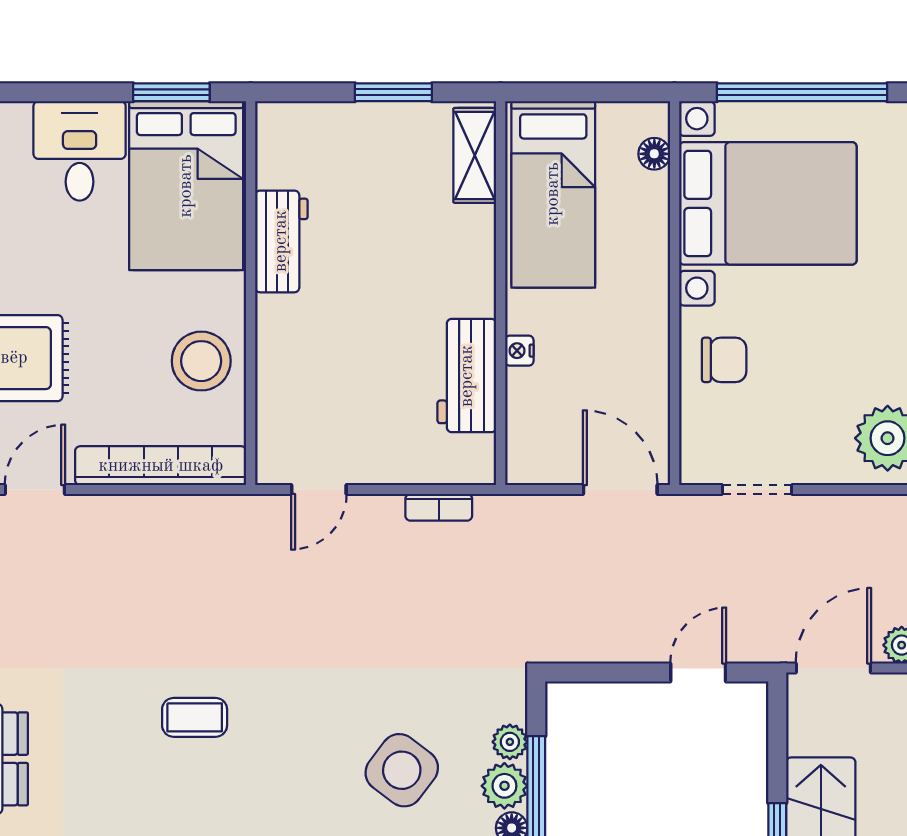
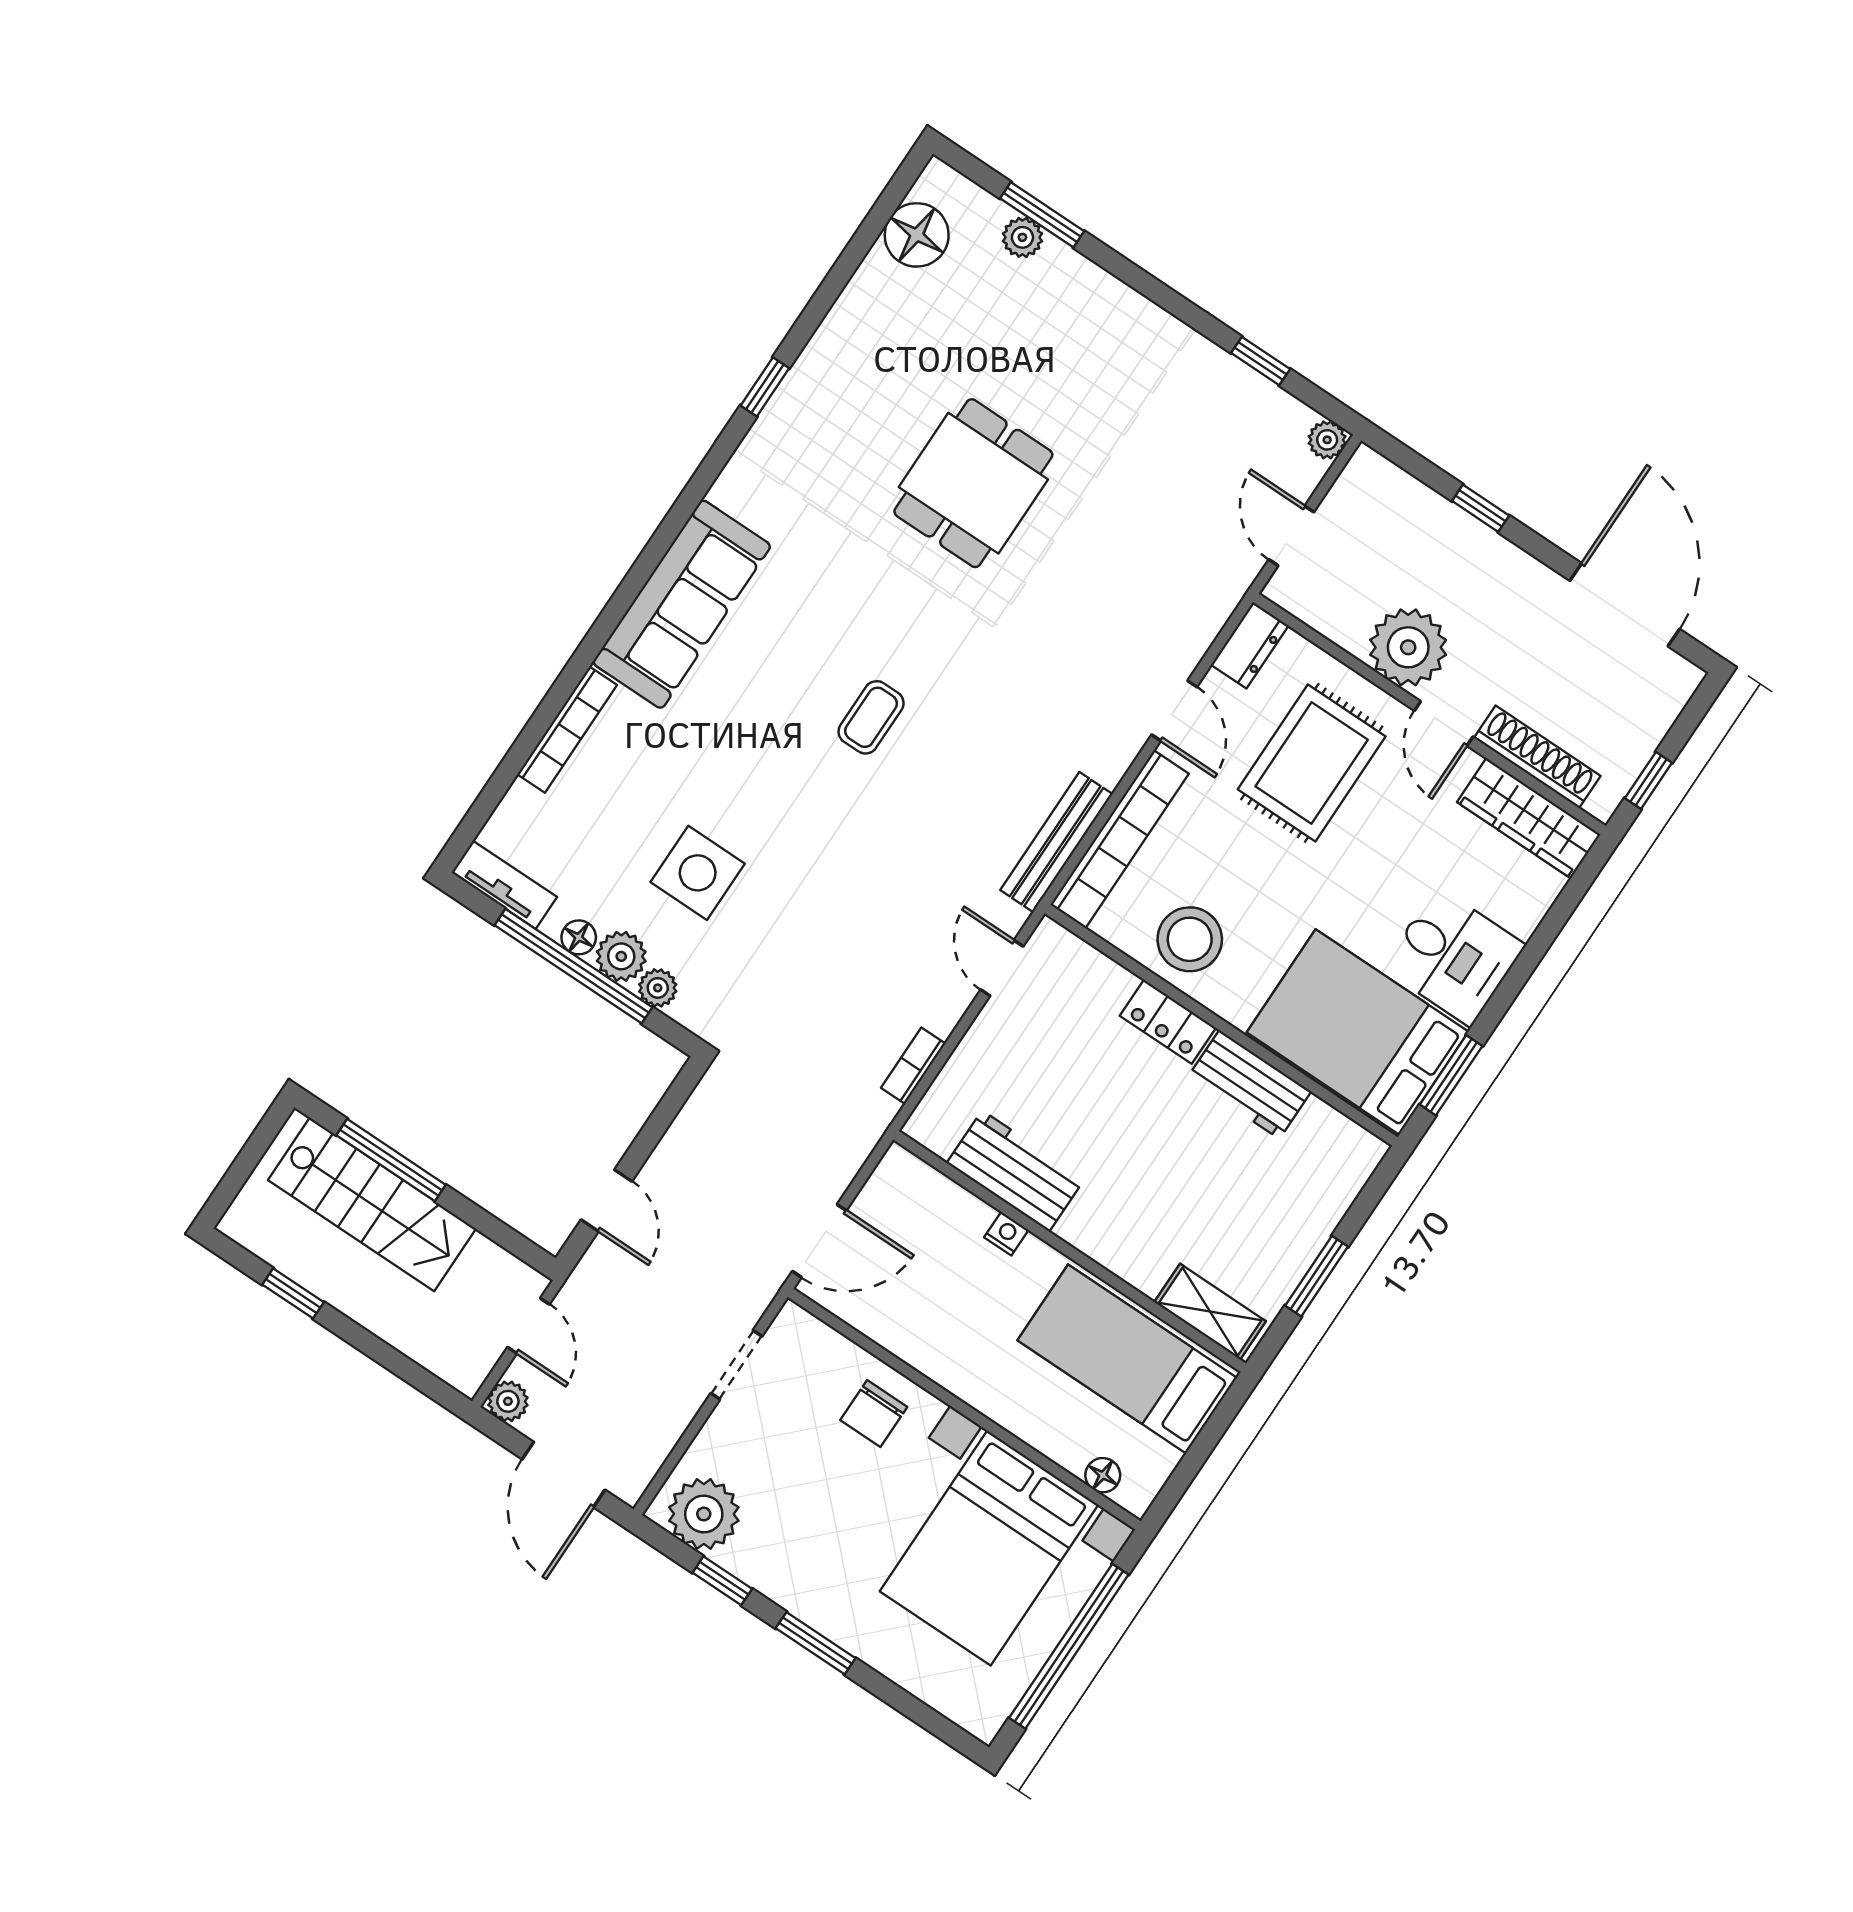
locker: (275, 336) -> (1168, 1022), added
bench: (195, 512) -> (1056, 842), added
door: (833, 668) -> (528, 1326), width x0.73
side table: (402, 770) -> (698, 873), turned -37

